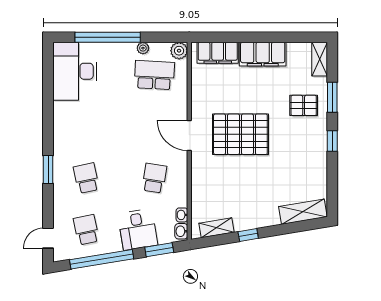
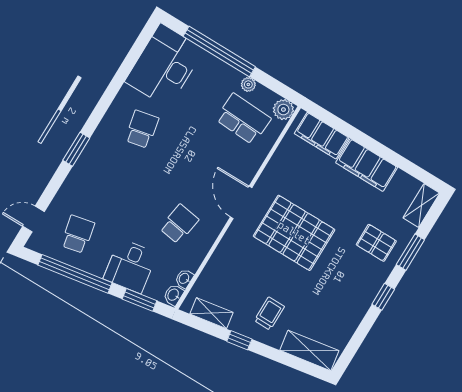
school desk: (86, 178) -> (142, 129), moved
trolley: (258, 203) -> (269, 314), added

